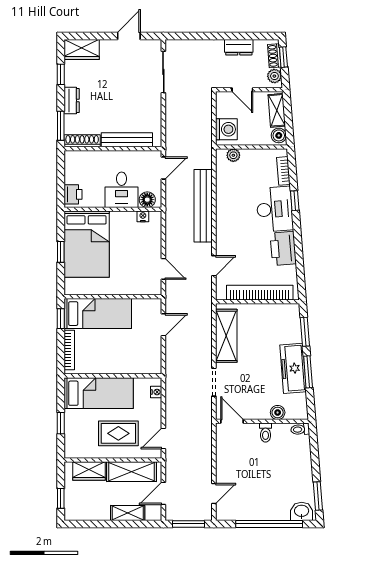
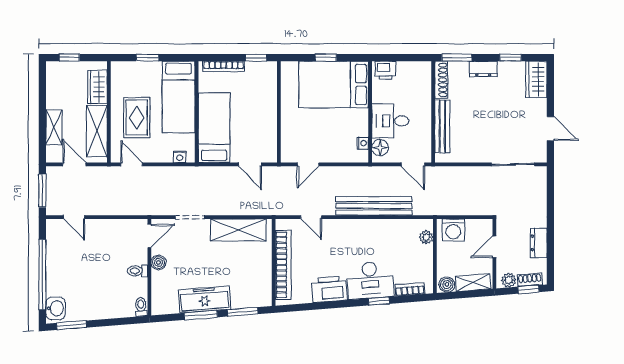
bed: (98, 314) -> (214, 128), moved, turned 180
boiler: (278, 412) -> (158, 262), moved

